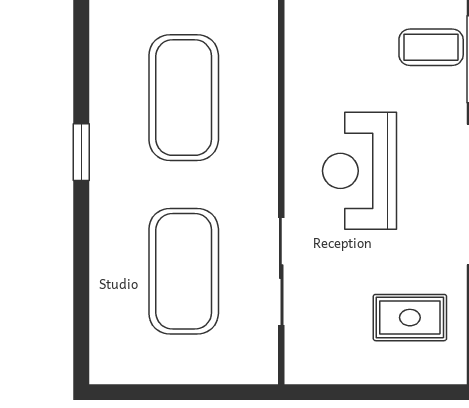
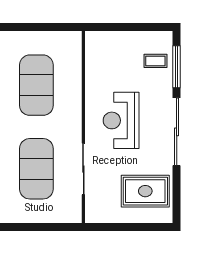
coffee table: (431, 47) -> (155, 61), width x0.73, depth x0.77
rug: (410, 318) -> (145, 191), width x1.36, depth x1.43

